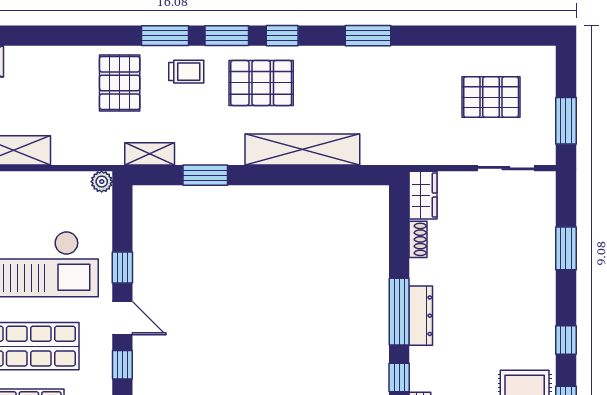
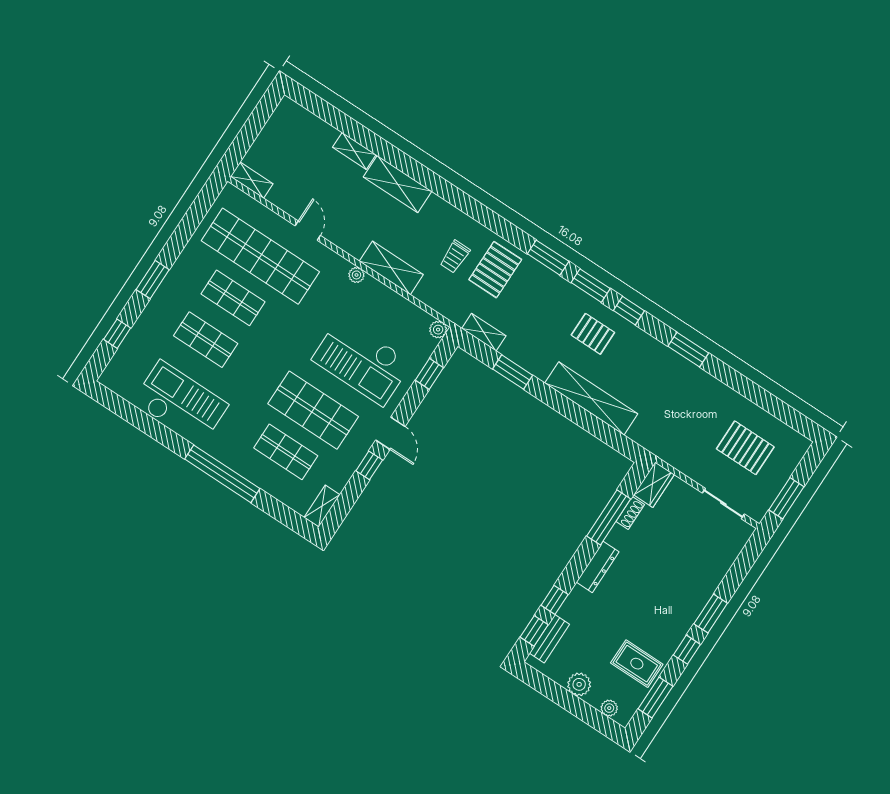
trolley: (186, 72) -> (455, 257), moved, turned 90
pallet: (261, 83) -> (593, 334), width x0.67, depth x0.71
window: (566, 248) -> (711, 613), moved
window: (122, 268) -> (429, 374), moved
window: (399, 312) -> (609, 517), moved

